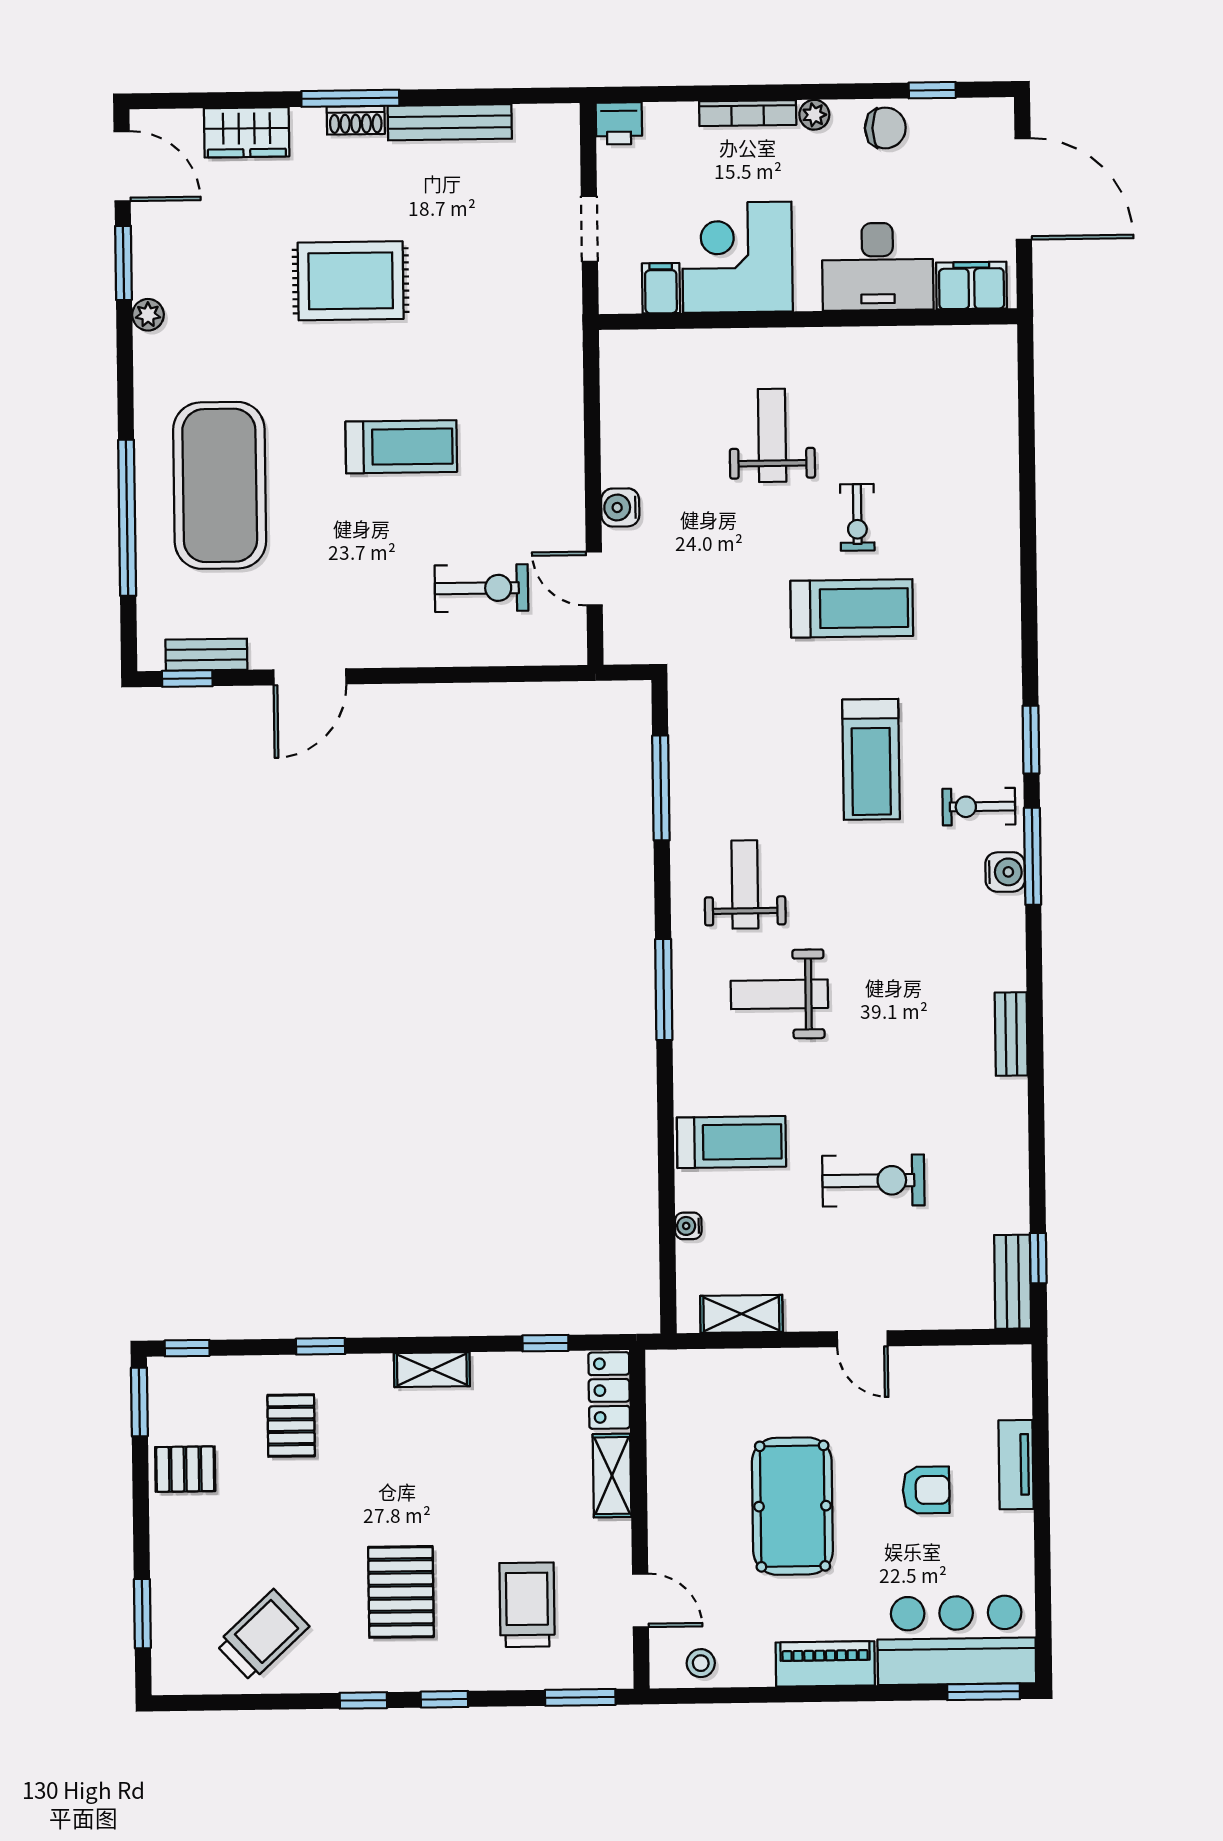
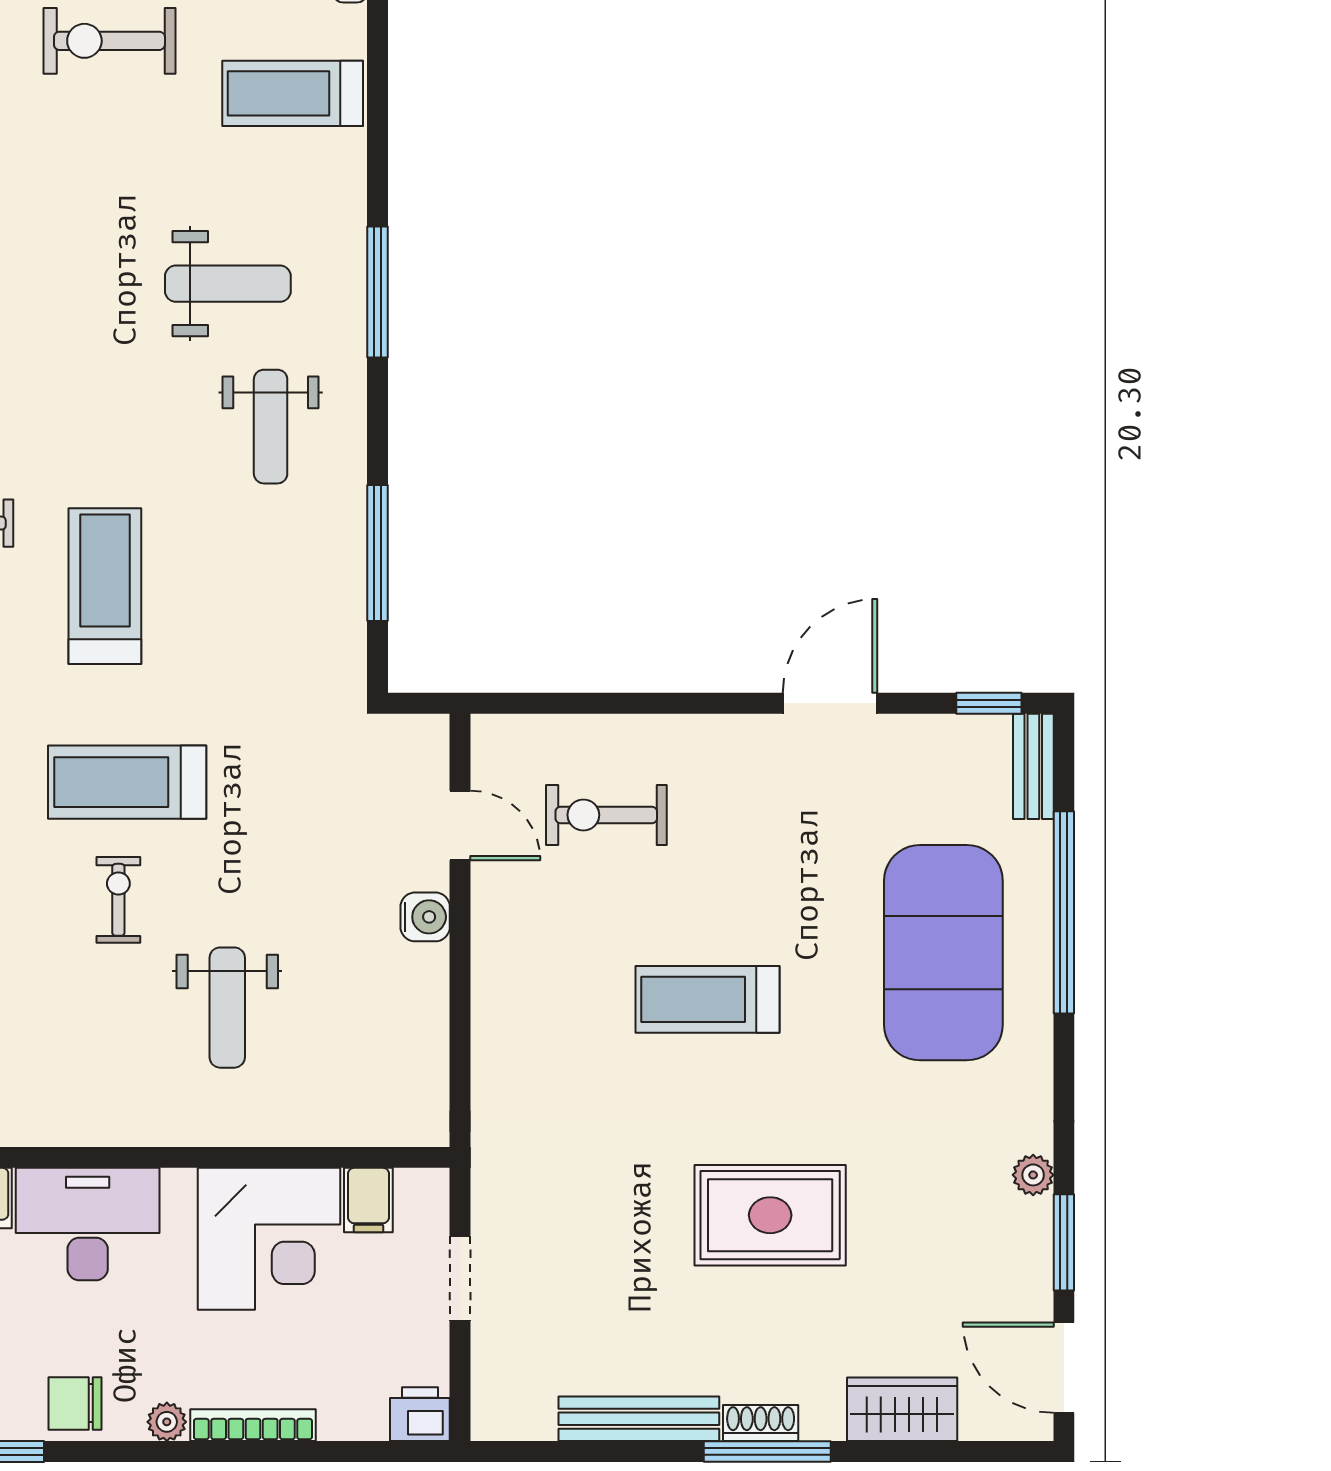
bench: (206, 655) -> (1033, 766), moved, turned 90

